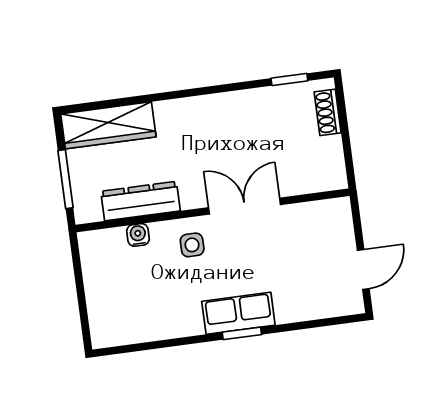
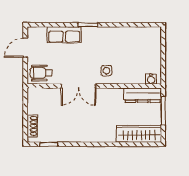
dresser: (140, 201) -> (143, 95), moved
wheelchair: (324, 223) -> (41, 73), added
water cooler: (138, 235) -> (151, 79), moved
row of seats: (238, 313) -> (64, 35), moved

